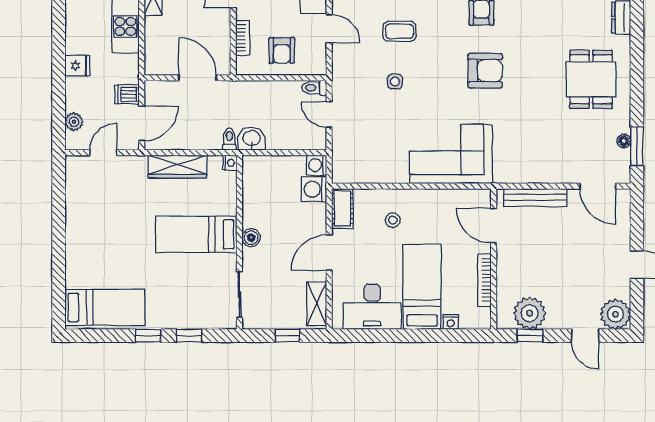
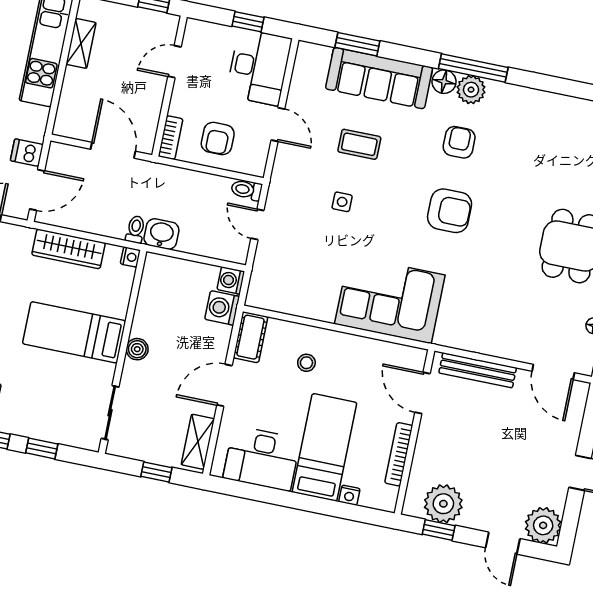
bookcase: (243, 38) -> (171, 138), moved

